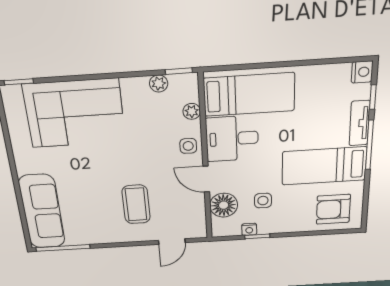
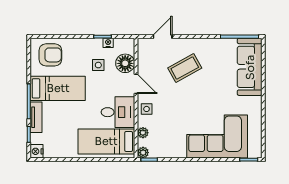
plant: (159, 83) -> (143, 153), moved
coffee table: (136, 204) -> (185, 68), turned 61

